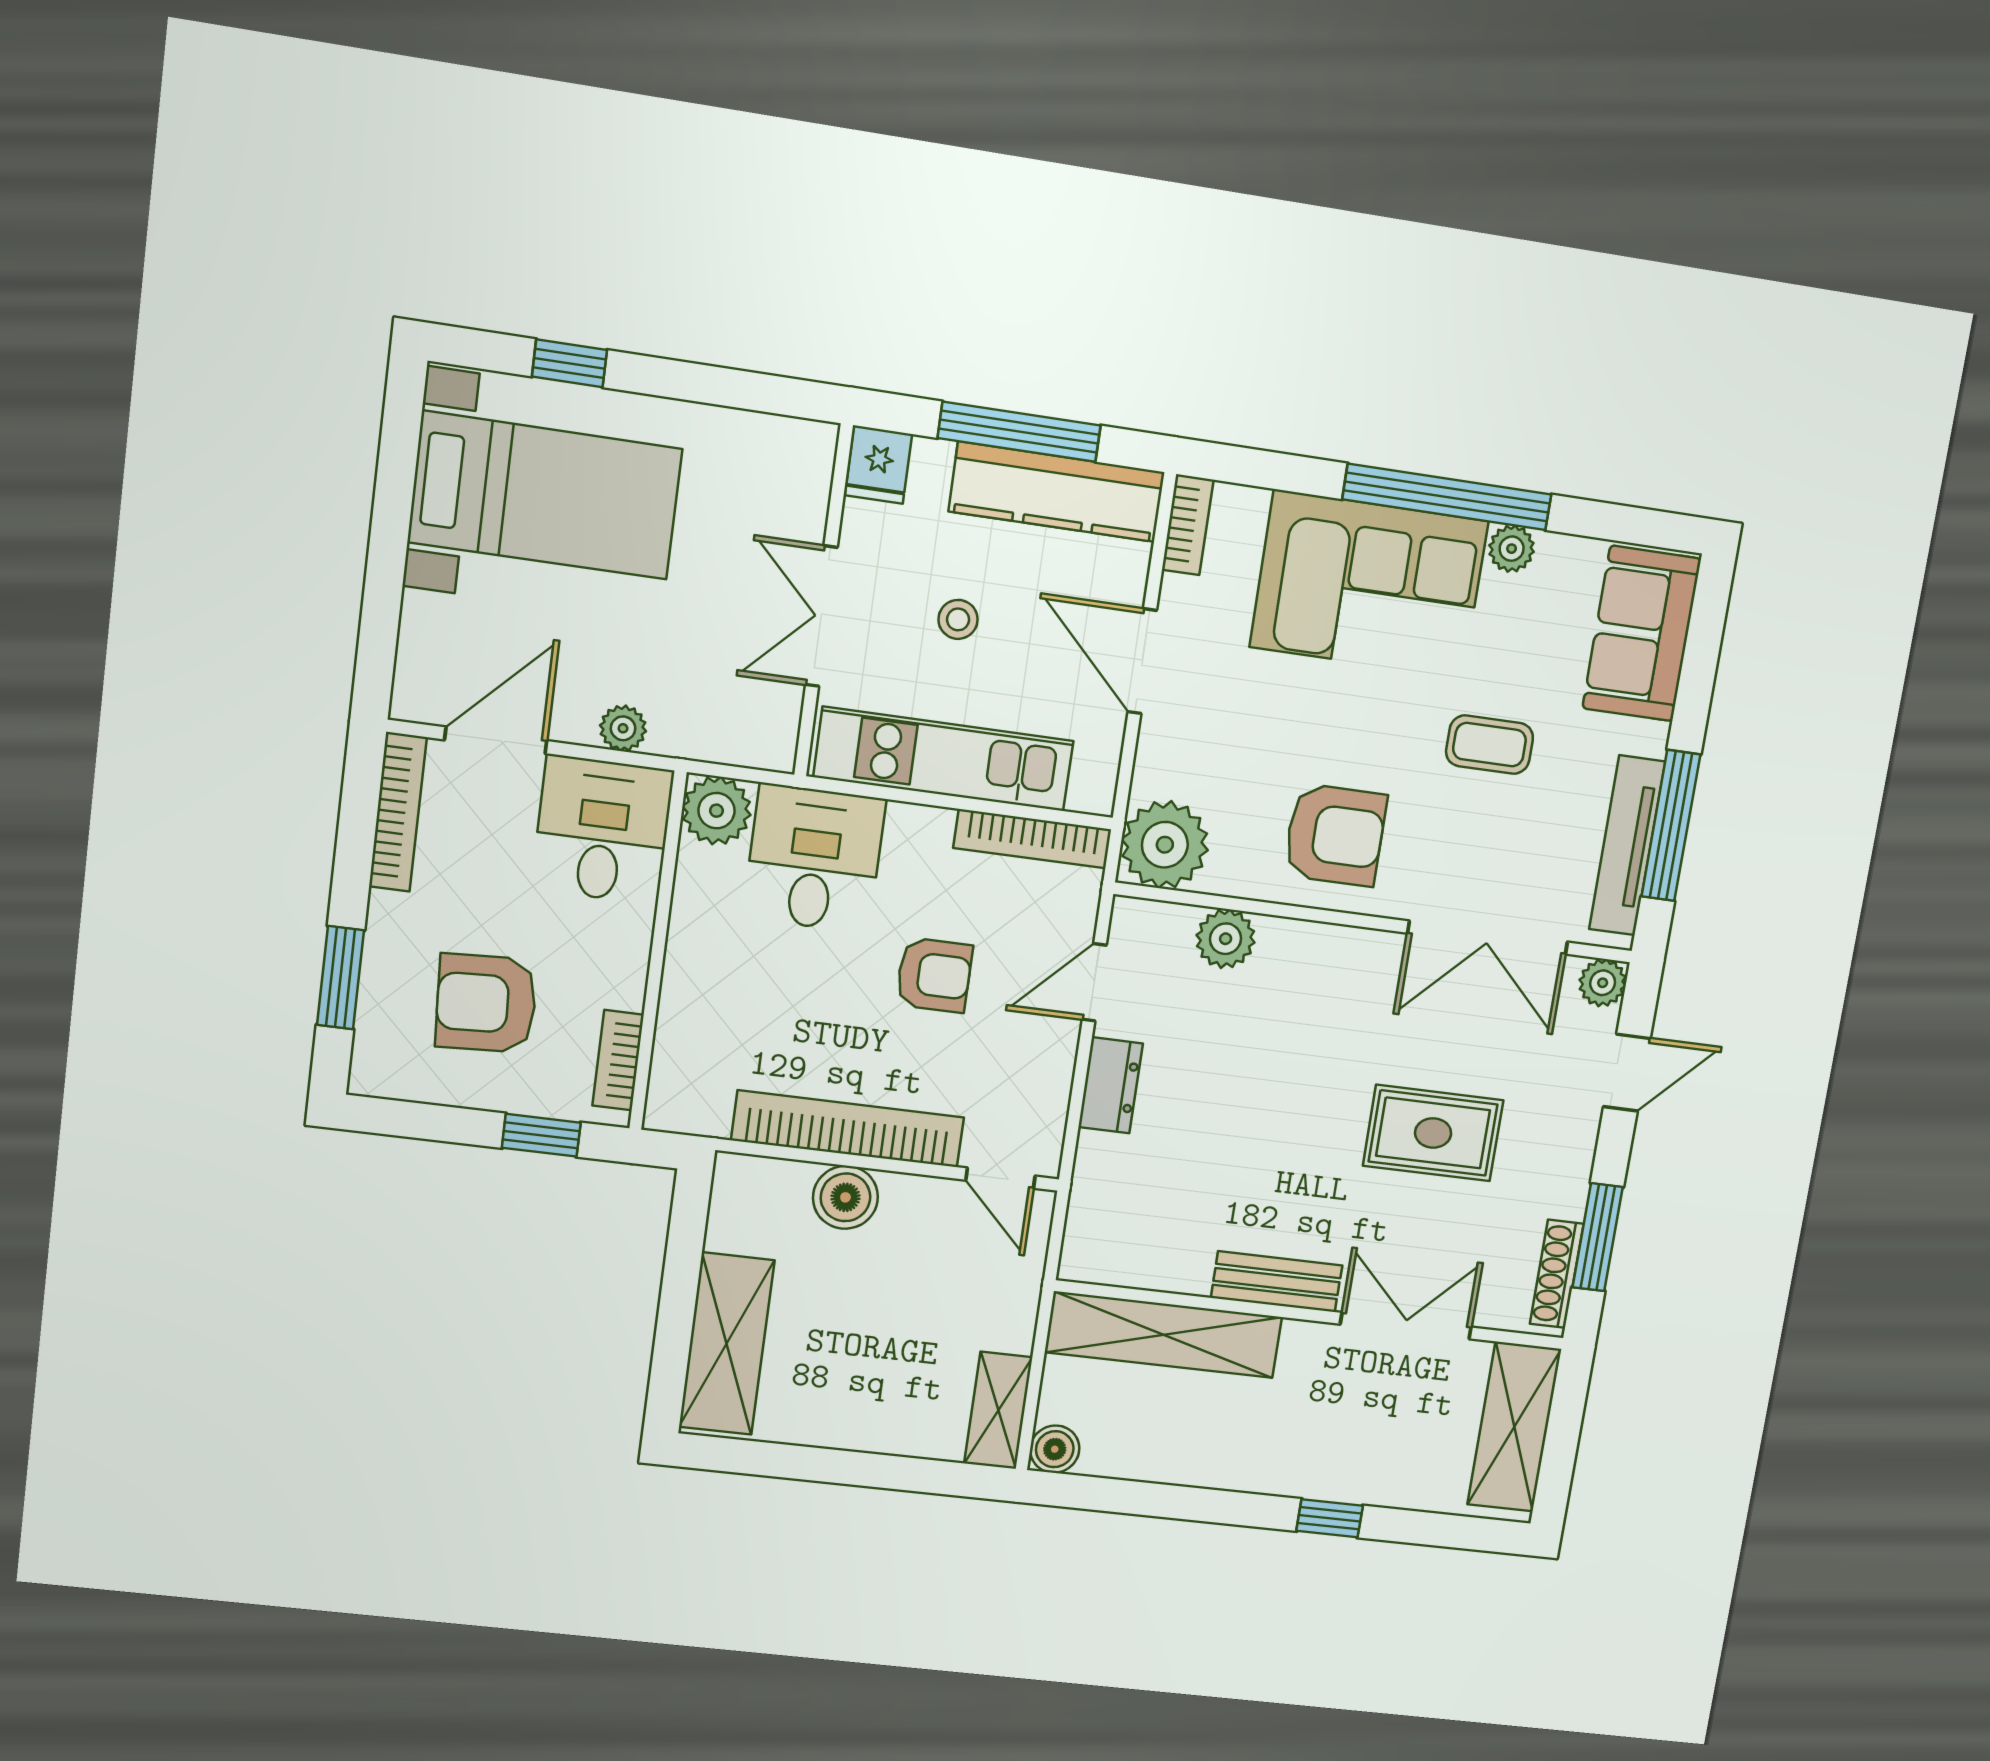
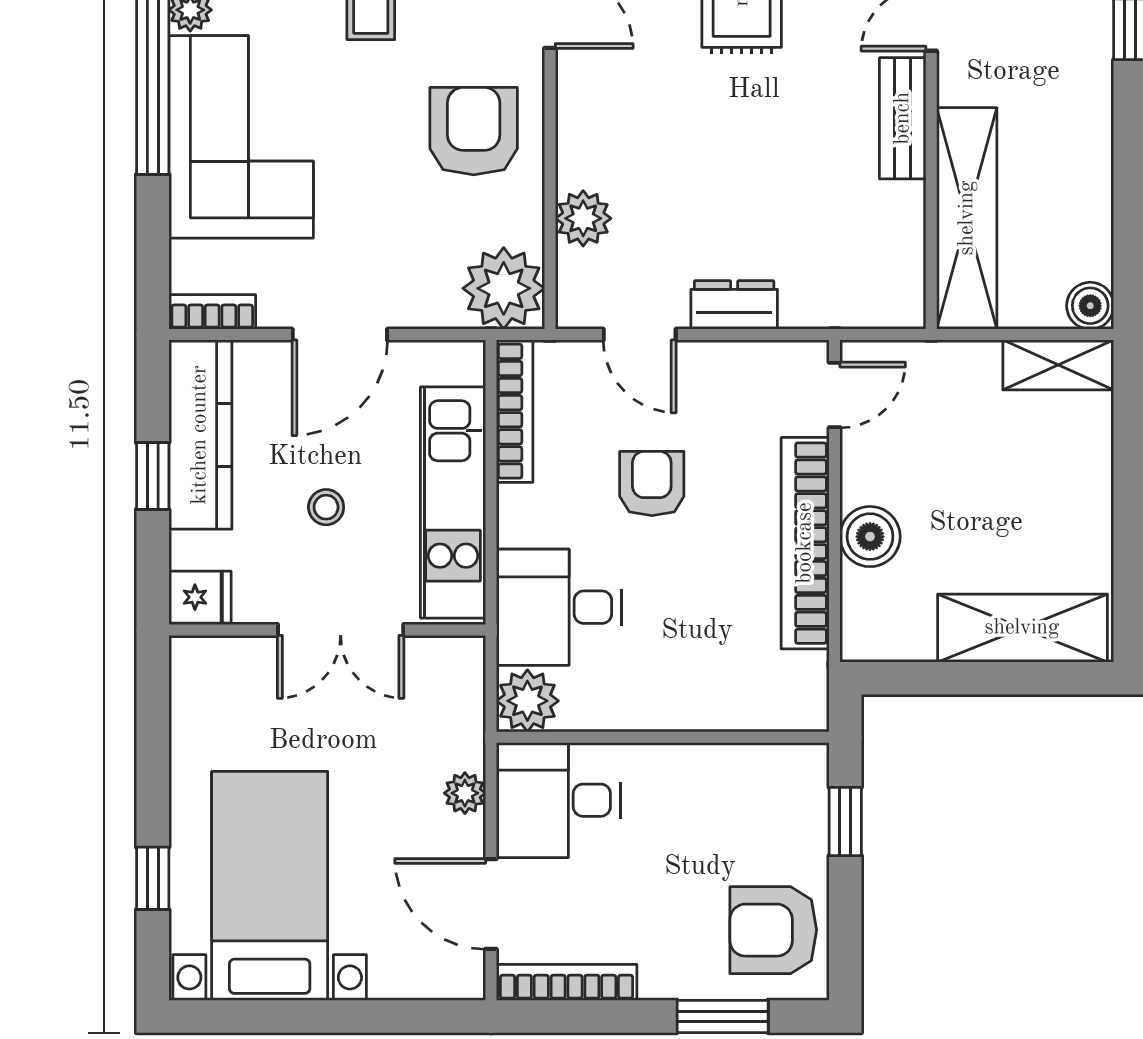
window: (1019, 432) -> (153, 476), width x0.46
armchair: (486, 1003) -> (773, 930), moved, turned 93
bookcase: (618, 1060) -> (767, 761), removed

